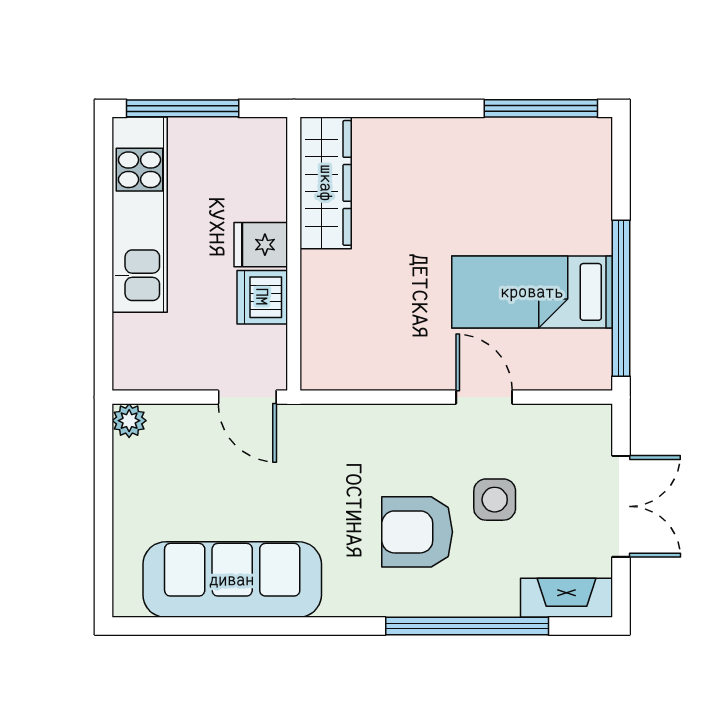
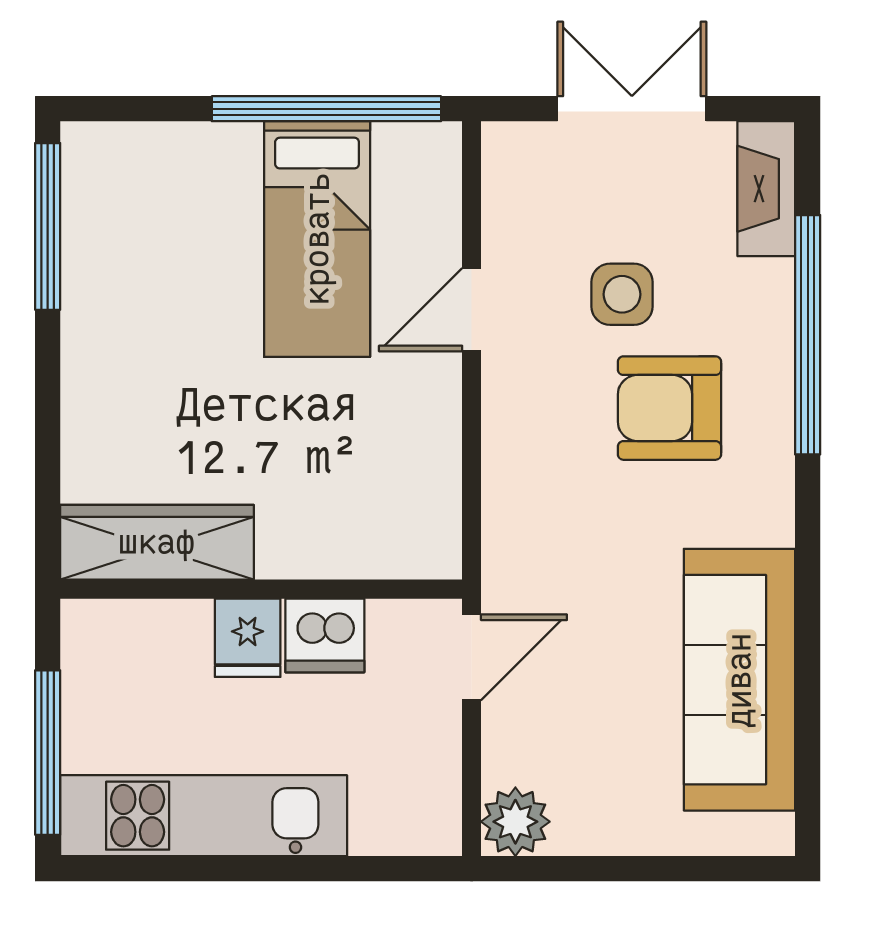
plant: (129, 421) -> (515, 822), width x1.38, depth x1.38
armchair: (417, 532) -> (669, 408), turned 90

